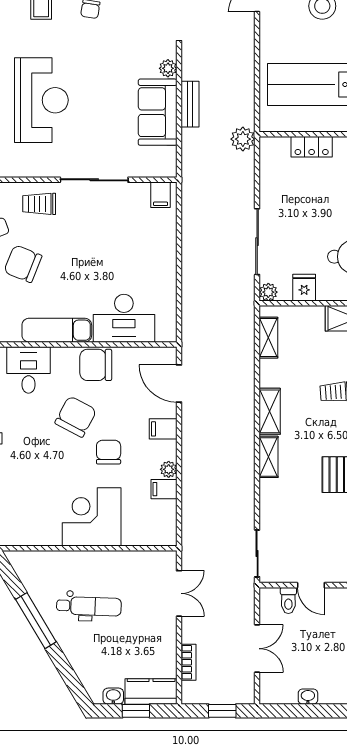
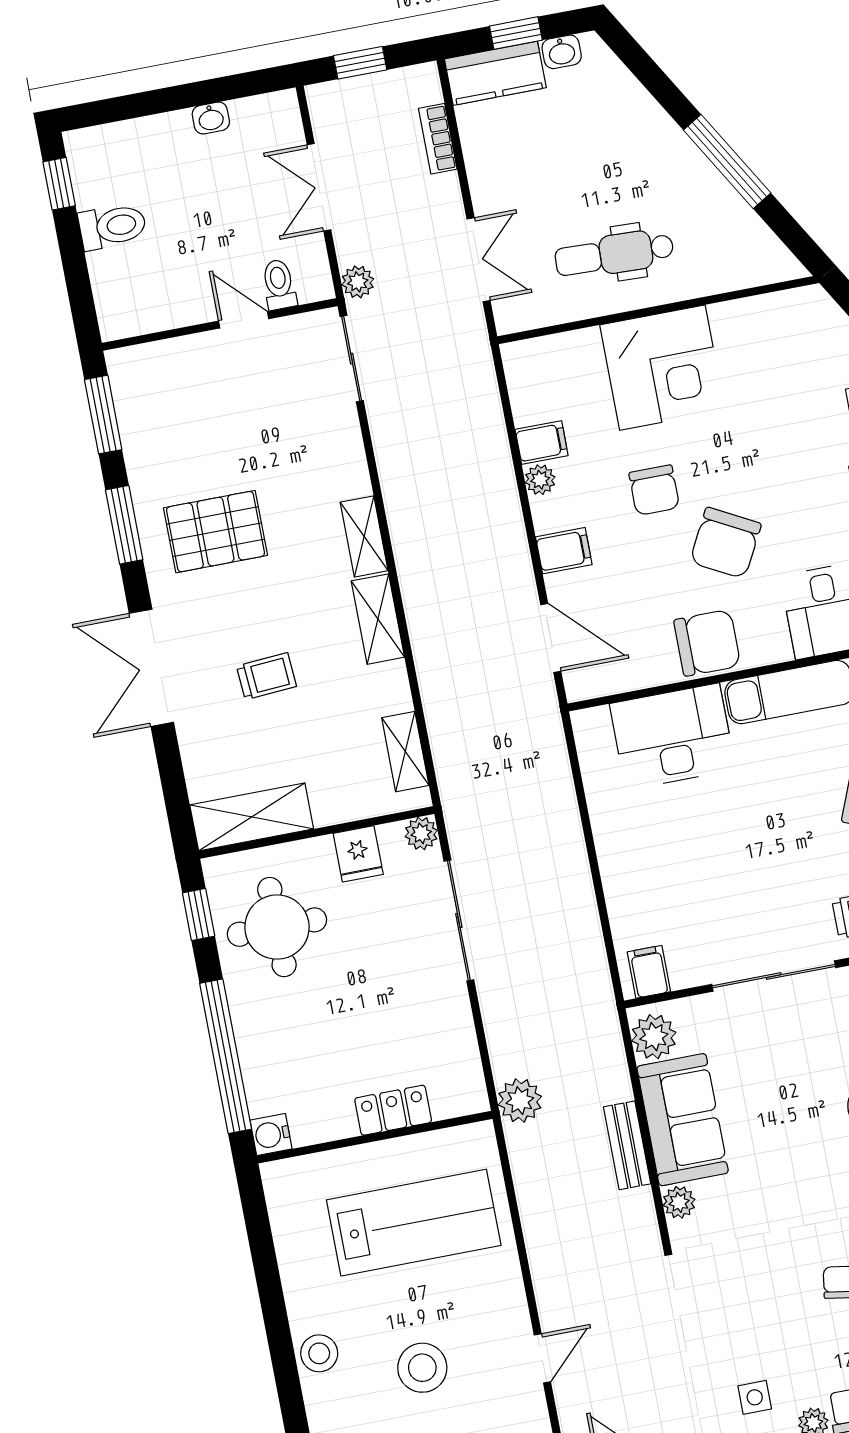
plant: (165, 160) -> (654, 1037), added
double door: (179, 593) -> (479, 260), swing flipped
plant: (246, 594) -> (358, 282), added
dental chair: (89, 606) -> (614, 254), moved

